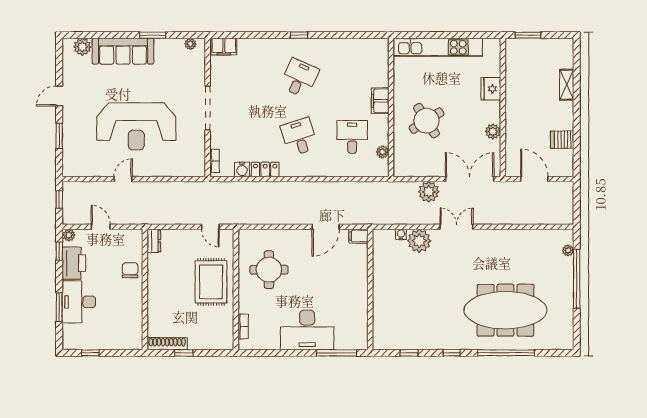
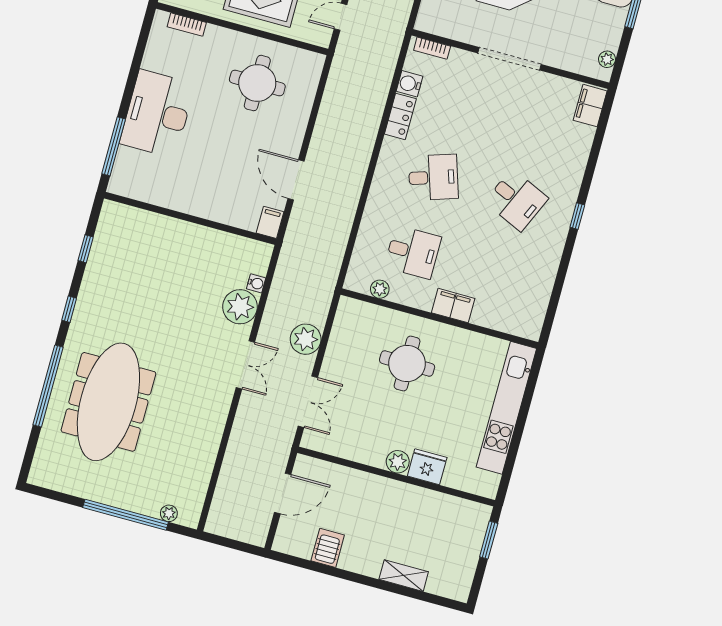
round table: (427, 121) -> (407, 363), turned 32
plant: (493, 132) -> (398, 462), moved
double door: (470, 179) -> (308, 402), width x0.73

